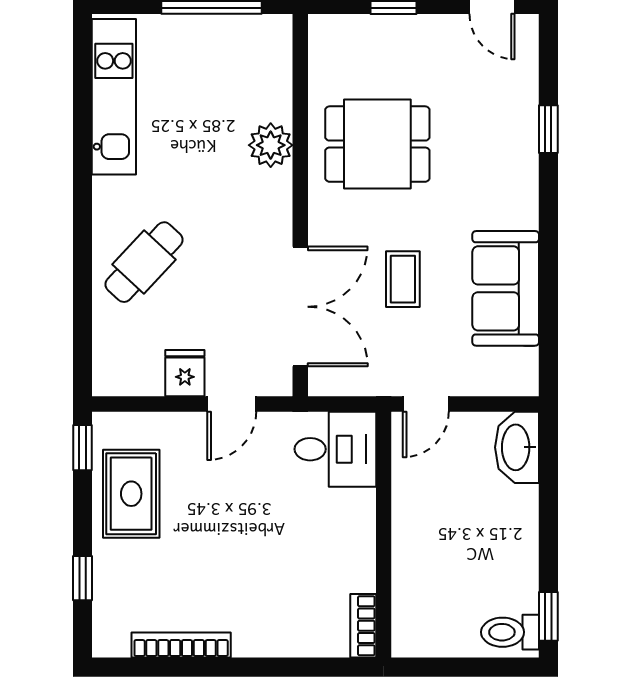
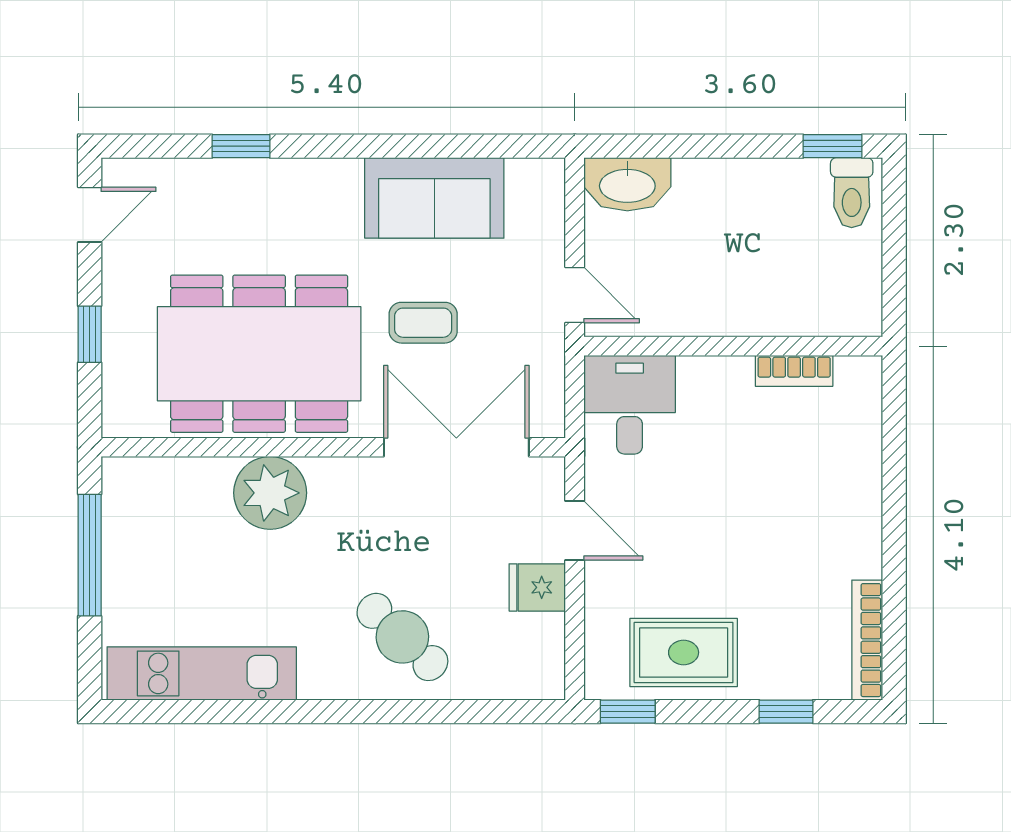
dining table: (377, 144) -> (259, 354), width x1.88, depth x1.24
plant: (271, 145) -> (270, 493), width x1.36, depth x1.36
bookcase: (363, 626) -> (794, 371), moved
bookcase: (181, 645) -> (867, 640), moved

